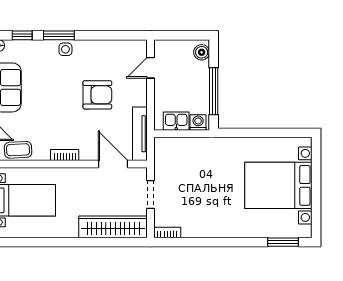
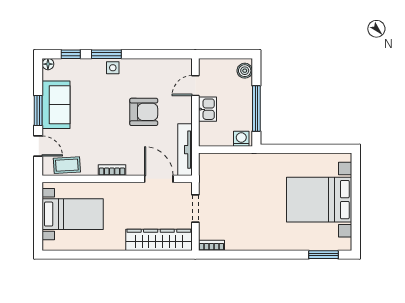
kitchen sink: (176, 121) -> (207, 109), moved, turned 90

